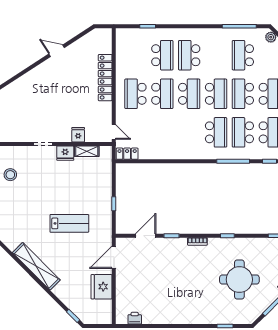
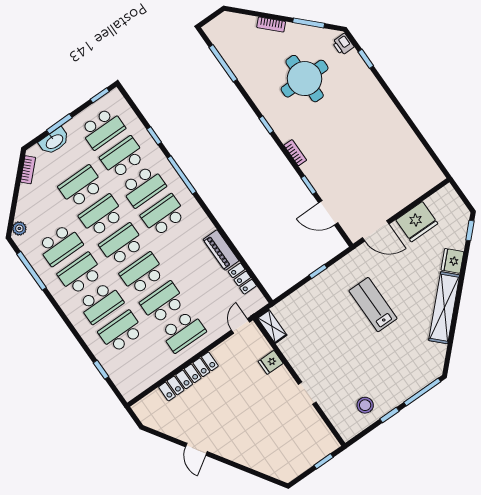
school desk: (216, 55) -> (80, 274), added
school desk: (243, 94) -> (102, 216), turned 180
shelving: (87, 151) -> (272, 326), moved
fridge: (65, 153) -> (452, 261), moved, turned -135
piano: (169, 153) -> (221, 250), added
locker: (127, 154) -> (242, 279), moved
printer: (135, 318) -> (343, 44), moved

